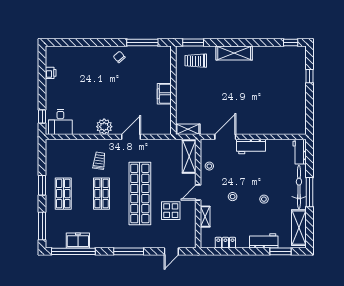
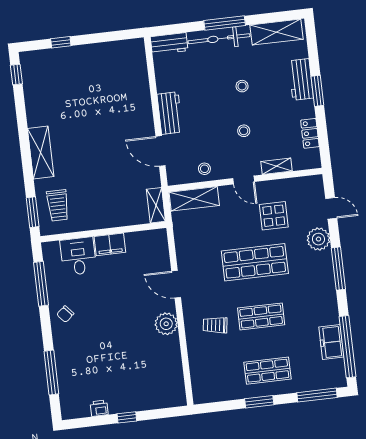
window: (80, 42) -> (51, 372), added
window: (42, 117) -> (127, 417), moved
desk: (60, 122) -> (78, 256), moved, turned -90
shop shelf: (140, 194) -> (255, 262), width x0.71
plant: (151, 240) -> (318, 239), added
window: (281, 251) -> (317, 91), moved

